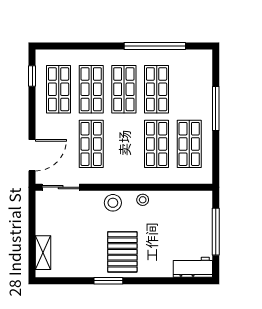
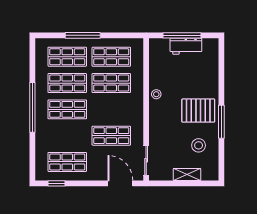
window: (155, 46) -> (32, 107), moved
shop shelf: (91, 89) -> (67, 57), moved
stool: (113, 203) -> (199, 145), moved
shelving: (43, 253) -> (187, 174), moved
workbench: (193, 267) -> (186, 46), moved, turned -90
window: (108, 281) -> (221, 122), width x1.44

